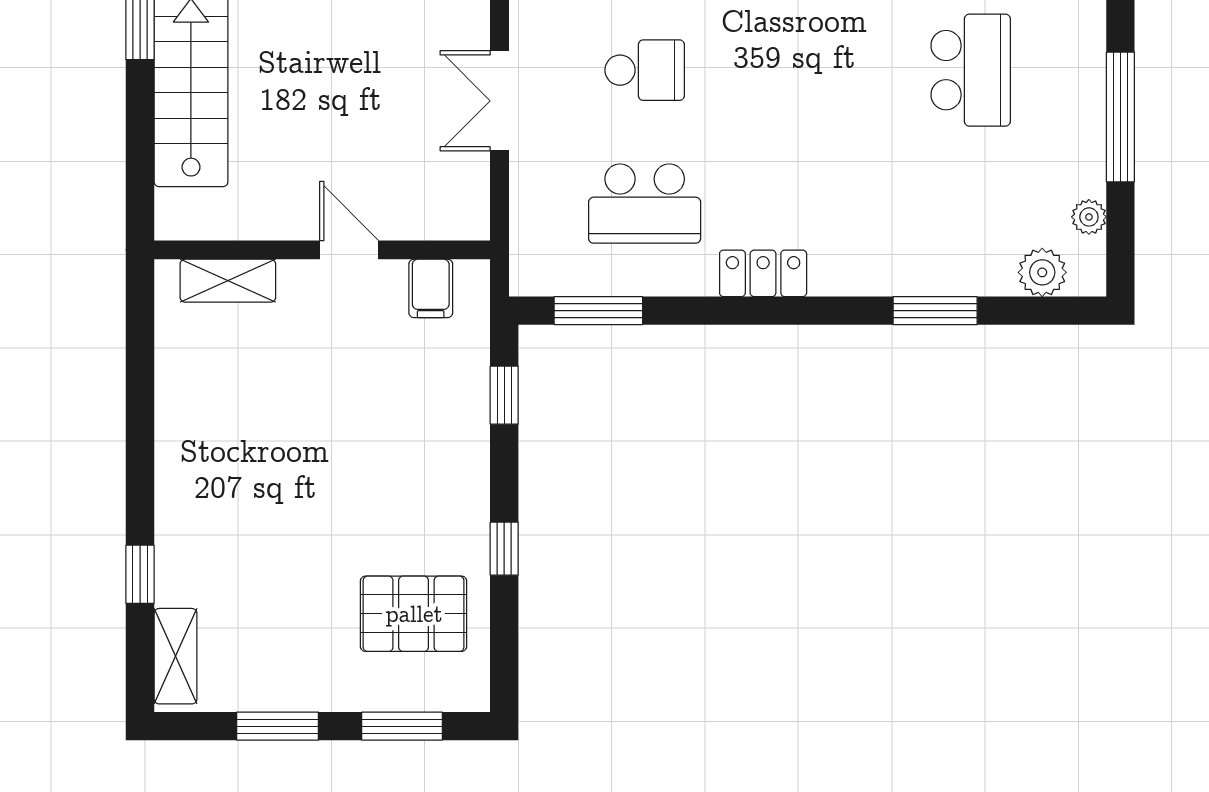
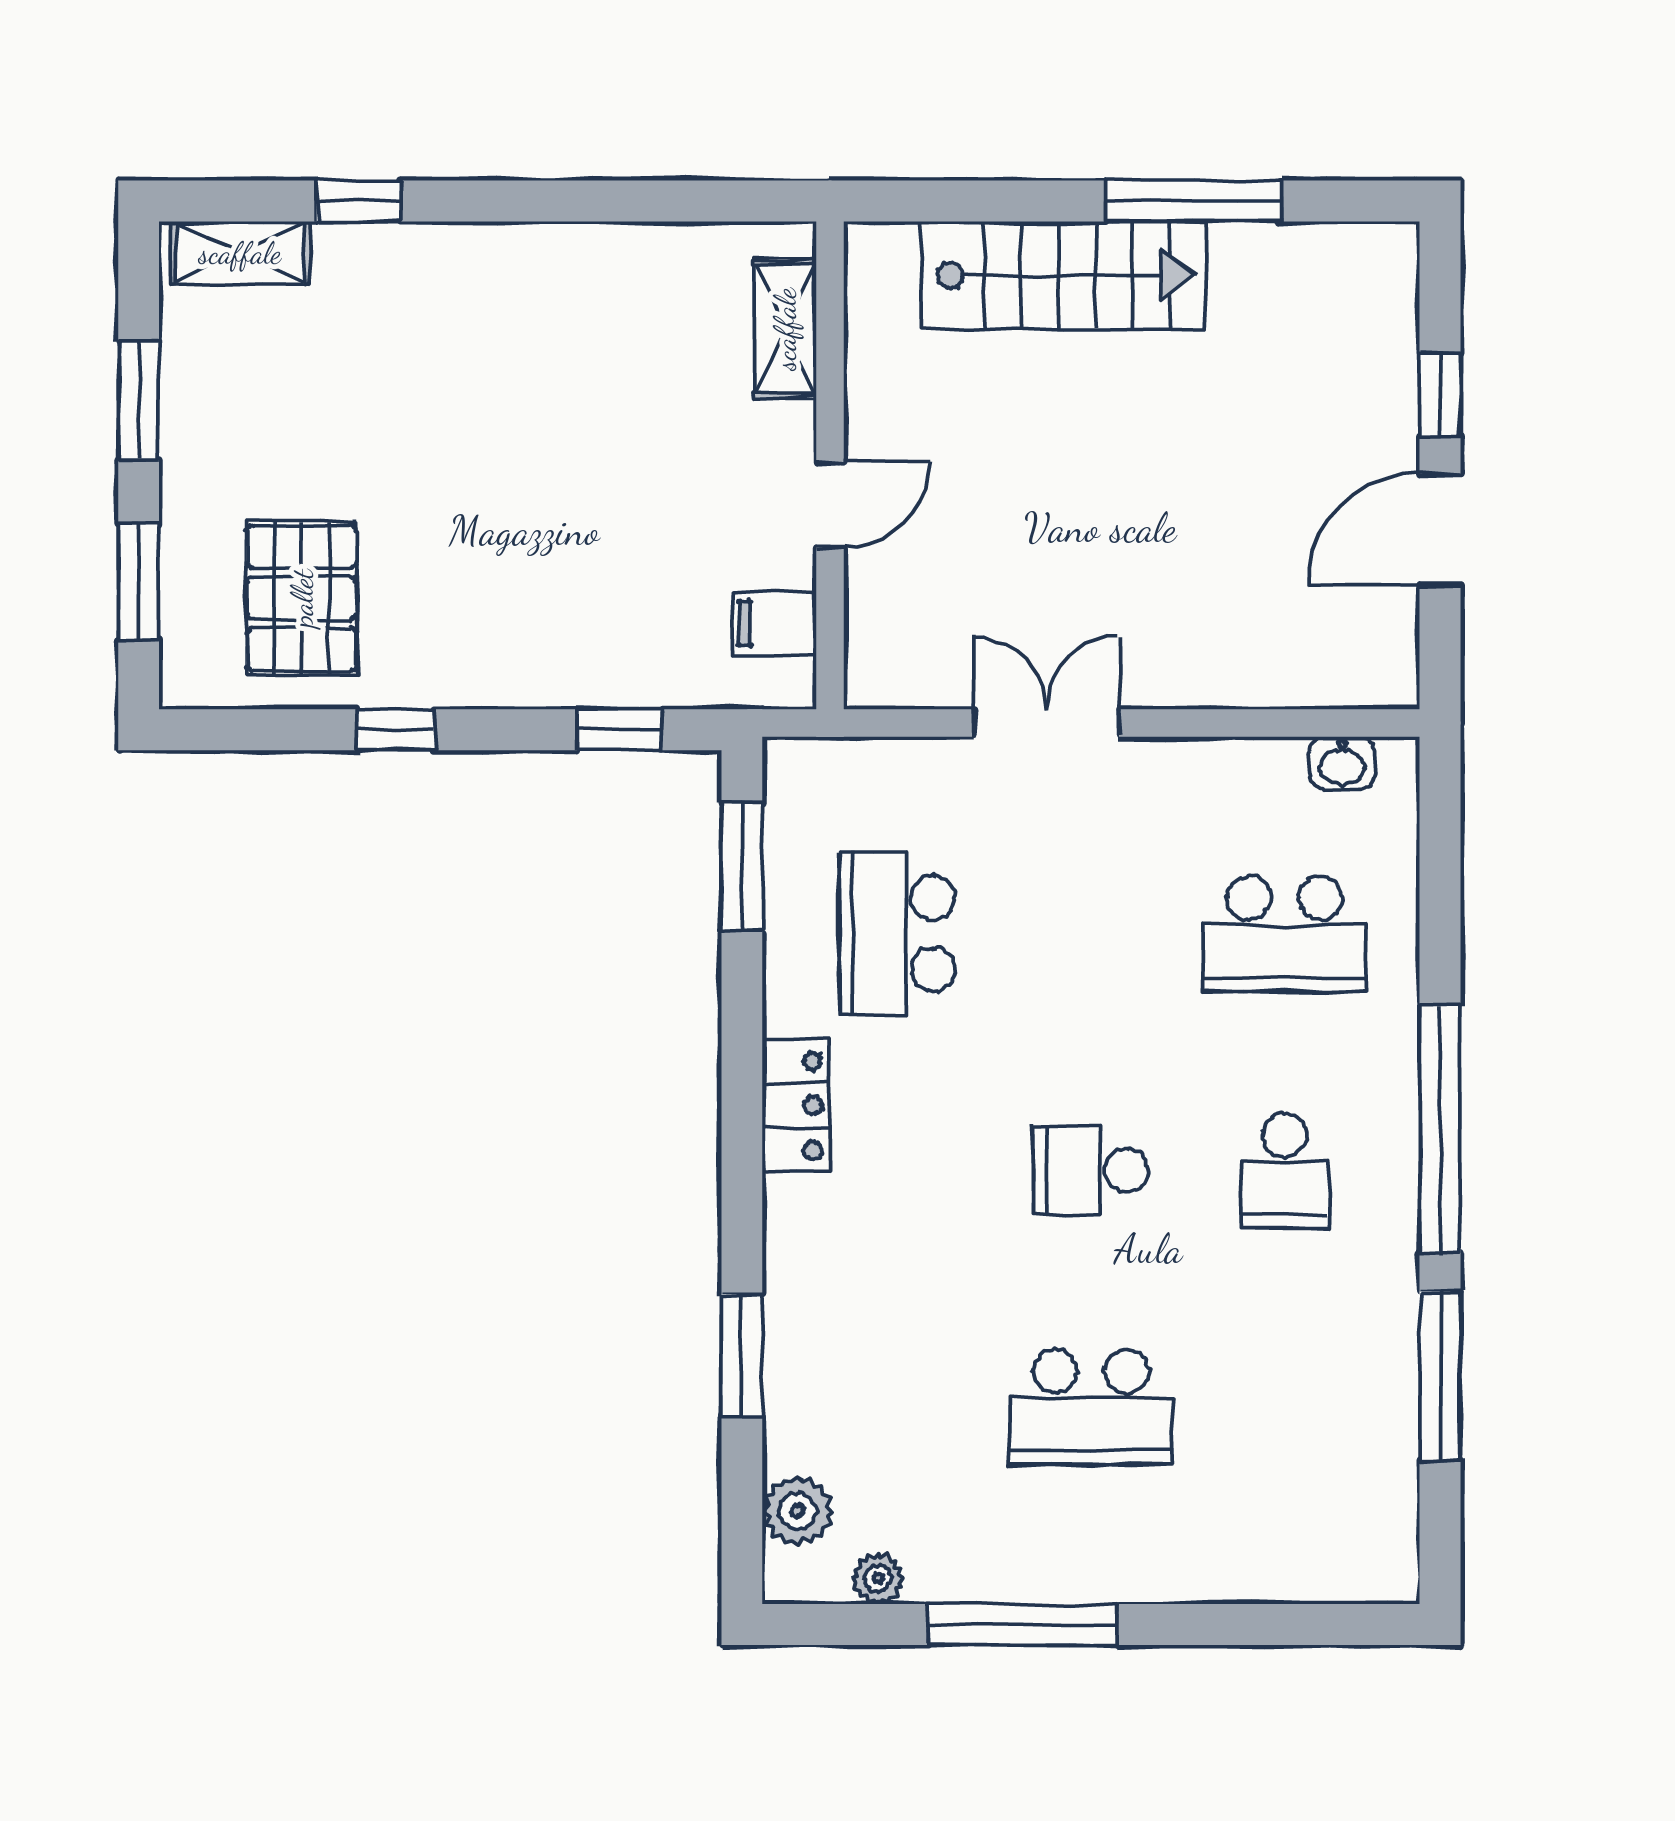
school desk: (645, 70) -> (1091, 1170), moved, turned 90

